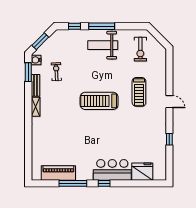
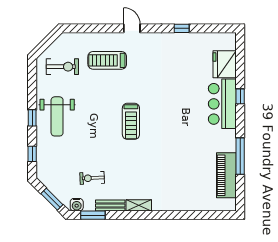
window: (102, 26) -> (32, 118), width x0.46
treadmill: (139, 92) -> (107, 60), moved, turned 180
treadmill: (99, 101) -> (131, 121), width x0.73, depth x0.73
door: (169, 102) -> (132, 28), hinge flipped
window: (104, 183) -> (240, 96), moved

